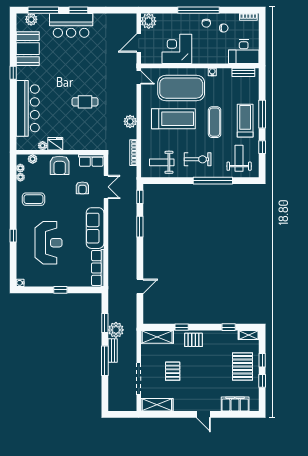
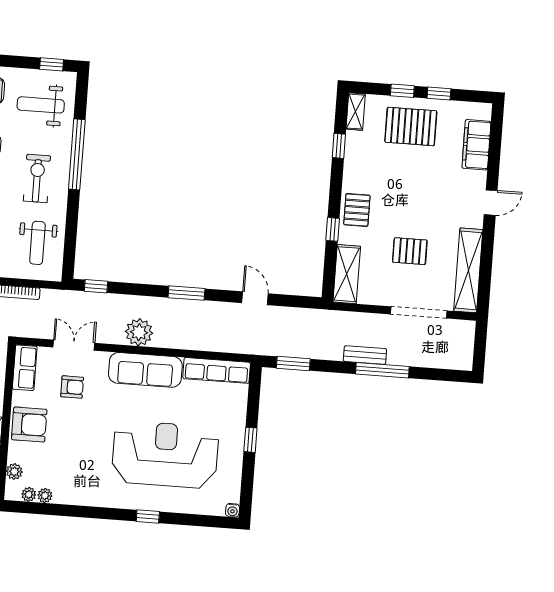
window: (262, 147) -> (52, 64), moved
coffee table: (33, 199) -> (86, 475), removed
window: (140, 227) -> (186, 293), moved
reception desk: (49, 243) -> (165, 455), width x1.36, depth x1.30
window: (105, 323) -> (293, 364), moved
plant: (116, 330) -> (139, 332), moved
shelving: (157, 405) -> (468, 270), width x1.47

